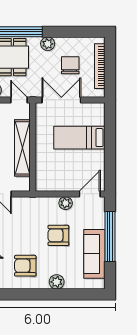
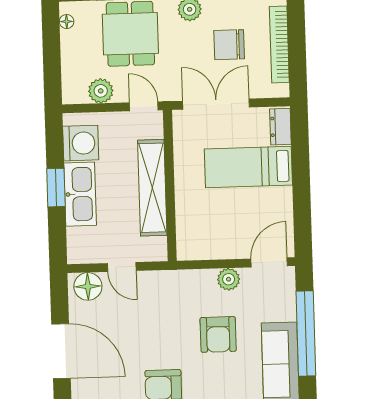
chair: (70, 65) -> (229, 45), turned -90
dresser: (99, 114) -> (280, 127), added
armchair: (58, 235) -> (218, 334), turned -90

